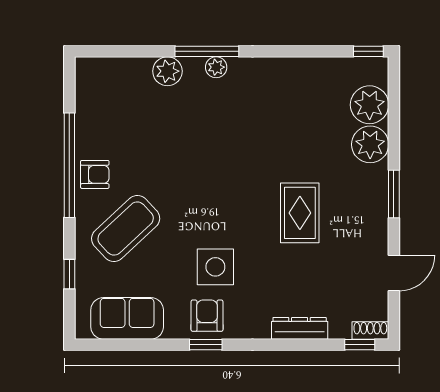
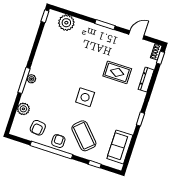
plant: (167, 71) -> (23, 109), moved
plant: (370, 144) -> (82, 28), removed
rug: (300, 213) -> (117, 72), moved
side table: (215, 267) -> (85, 97), moved
door: (394, 273) -> (136, 35), hinge flipped
armchair: (207, 316) -> (38, 128), moved, turned -84

